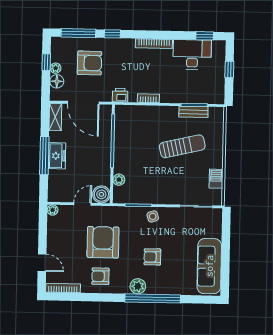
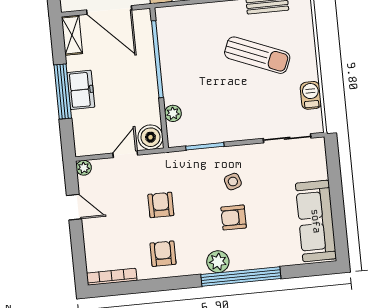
sun lounger: (182, 146) -> (257, 55), turned 35
side table: (153, 216) -> (233, 182), moved
armchair: (103, 242) -> (161, 205), width x0.53, depth x0.53
door: (42, 263) -> (74, 207), moved
armchair: (100, 276) -> (163, 254), turned 90

